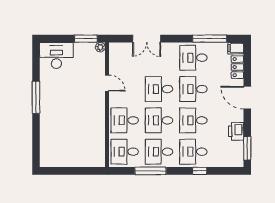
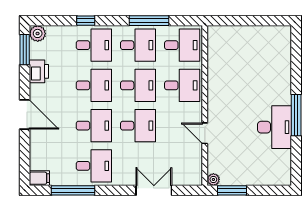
desk: (56, 55) -> (274, 127), moved, turned -90
locker: (237, 67) -> (37, 154), removed
plant: (237, 161) -> (38, 33), added

